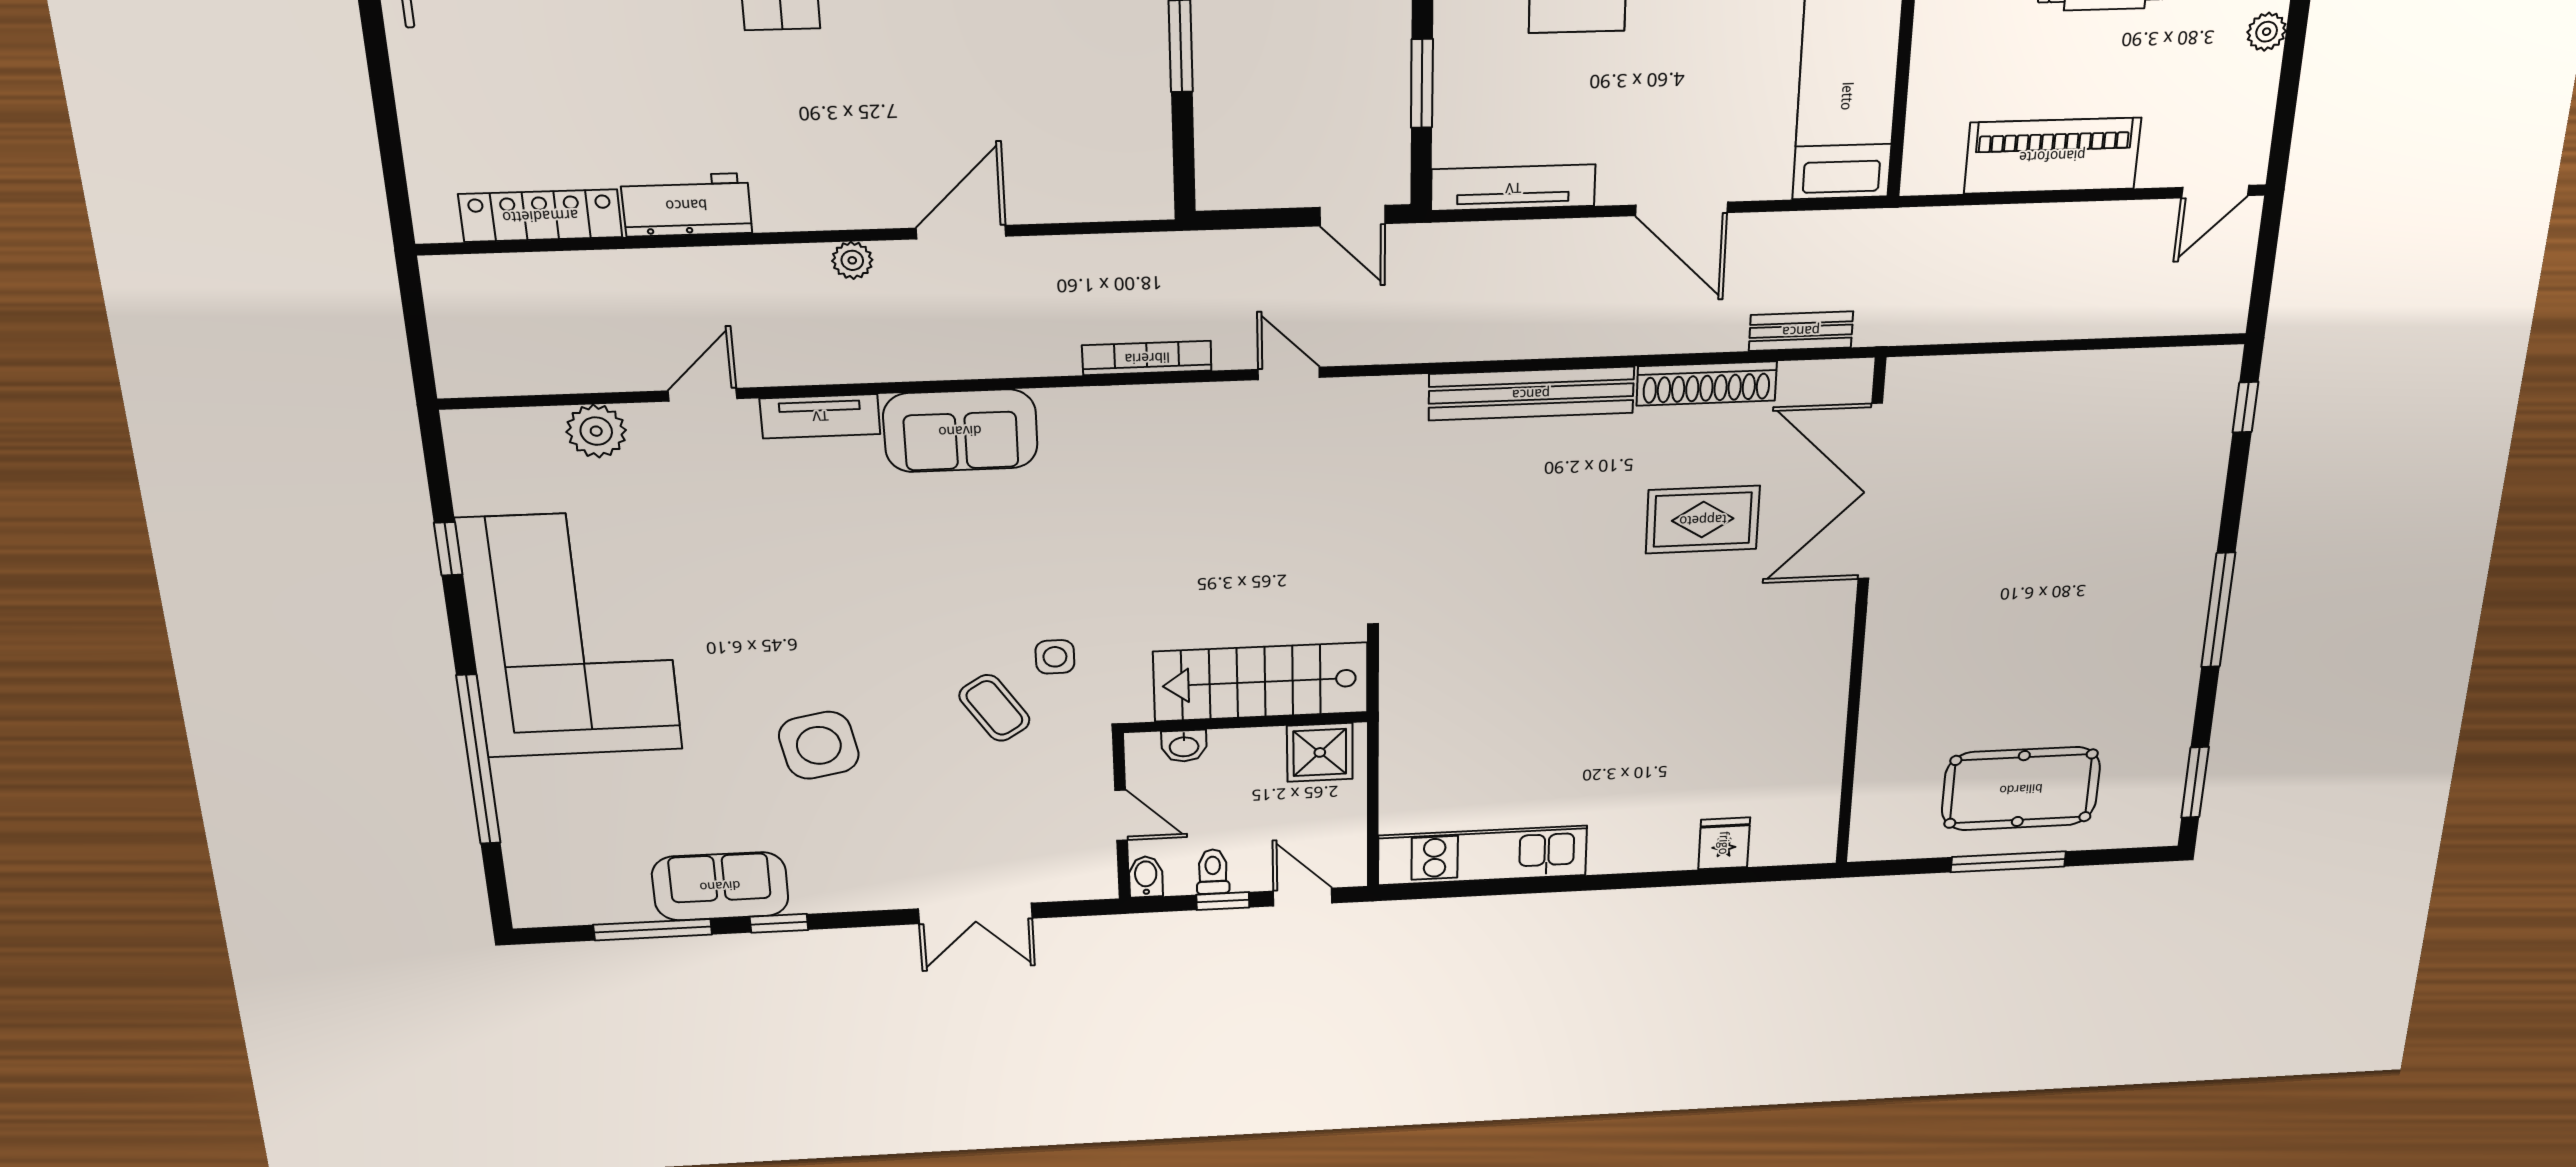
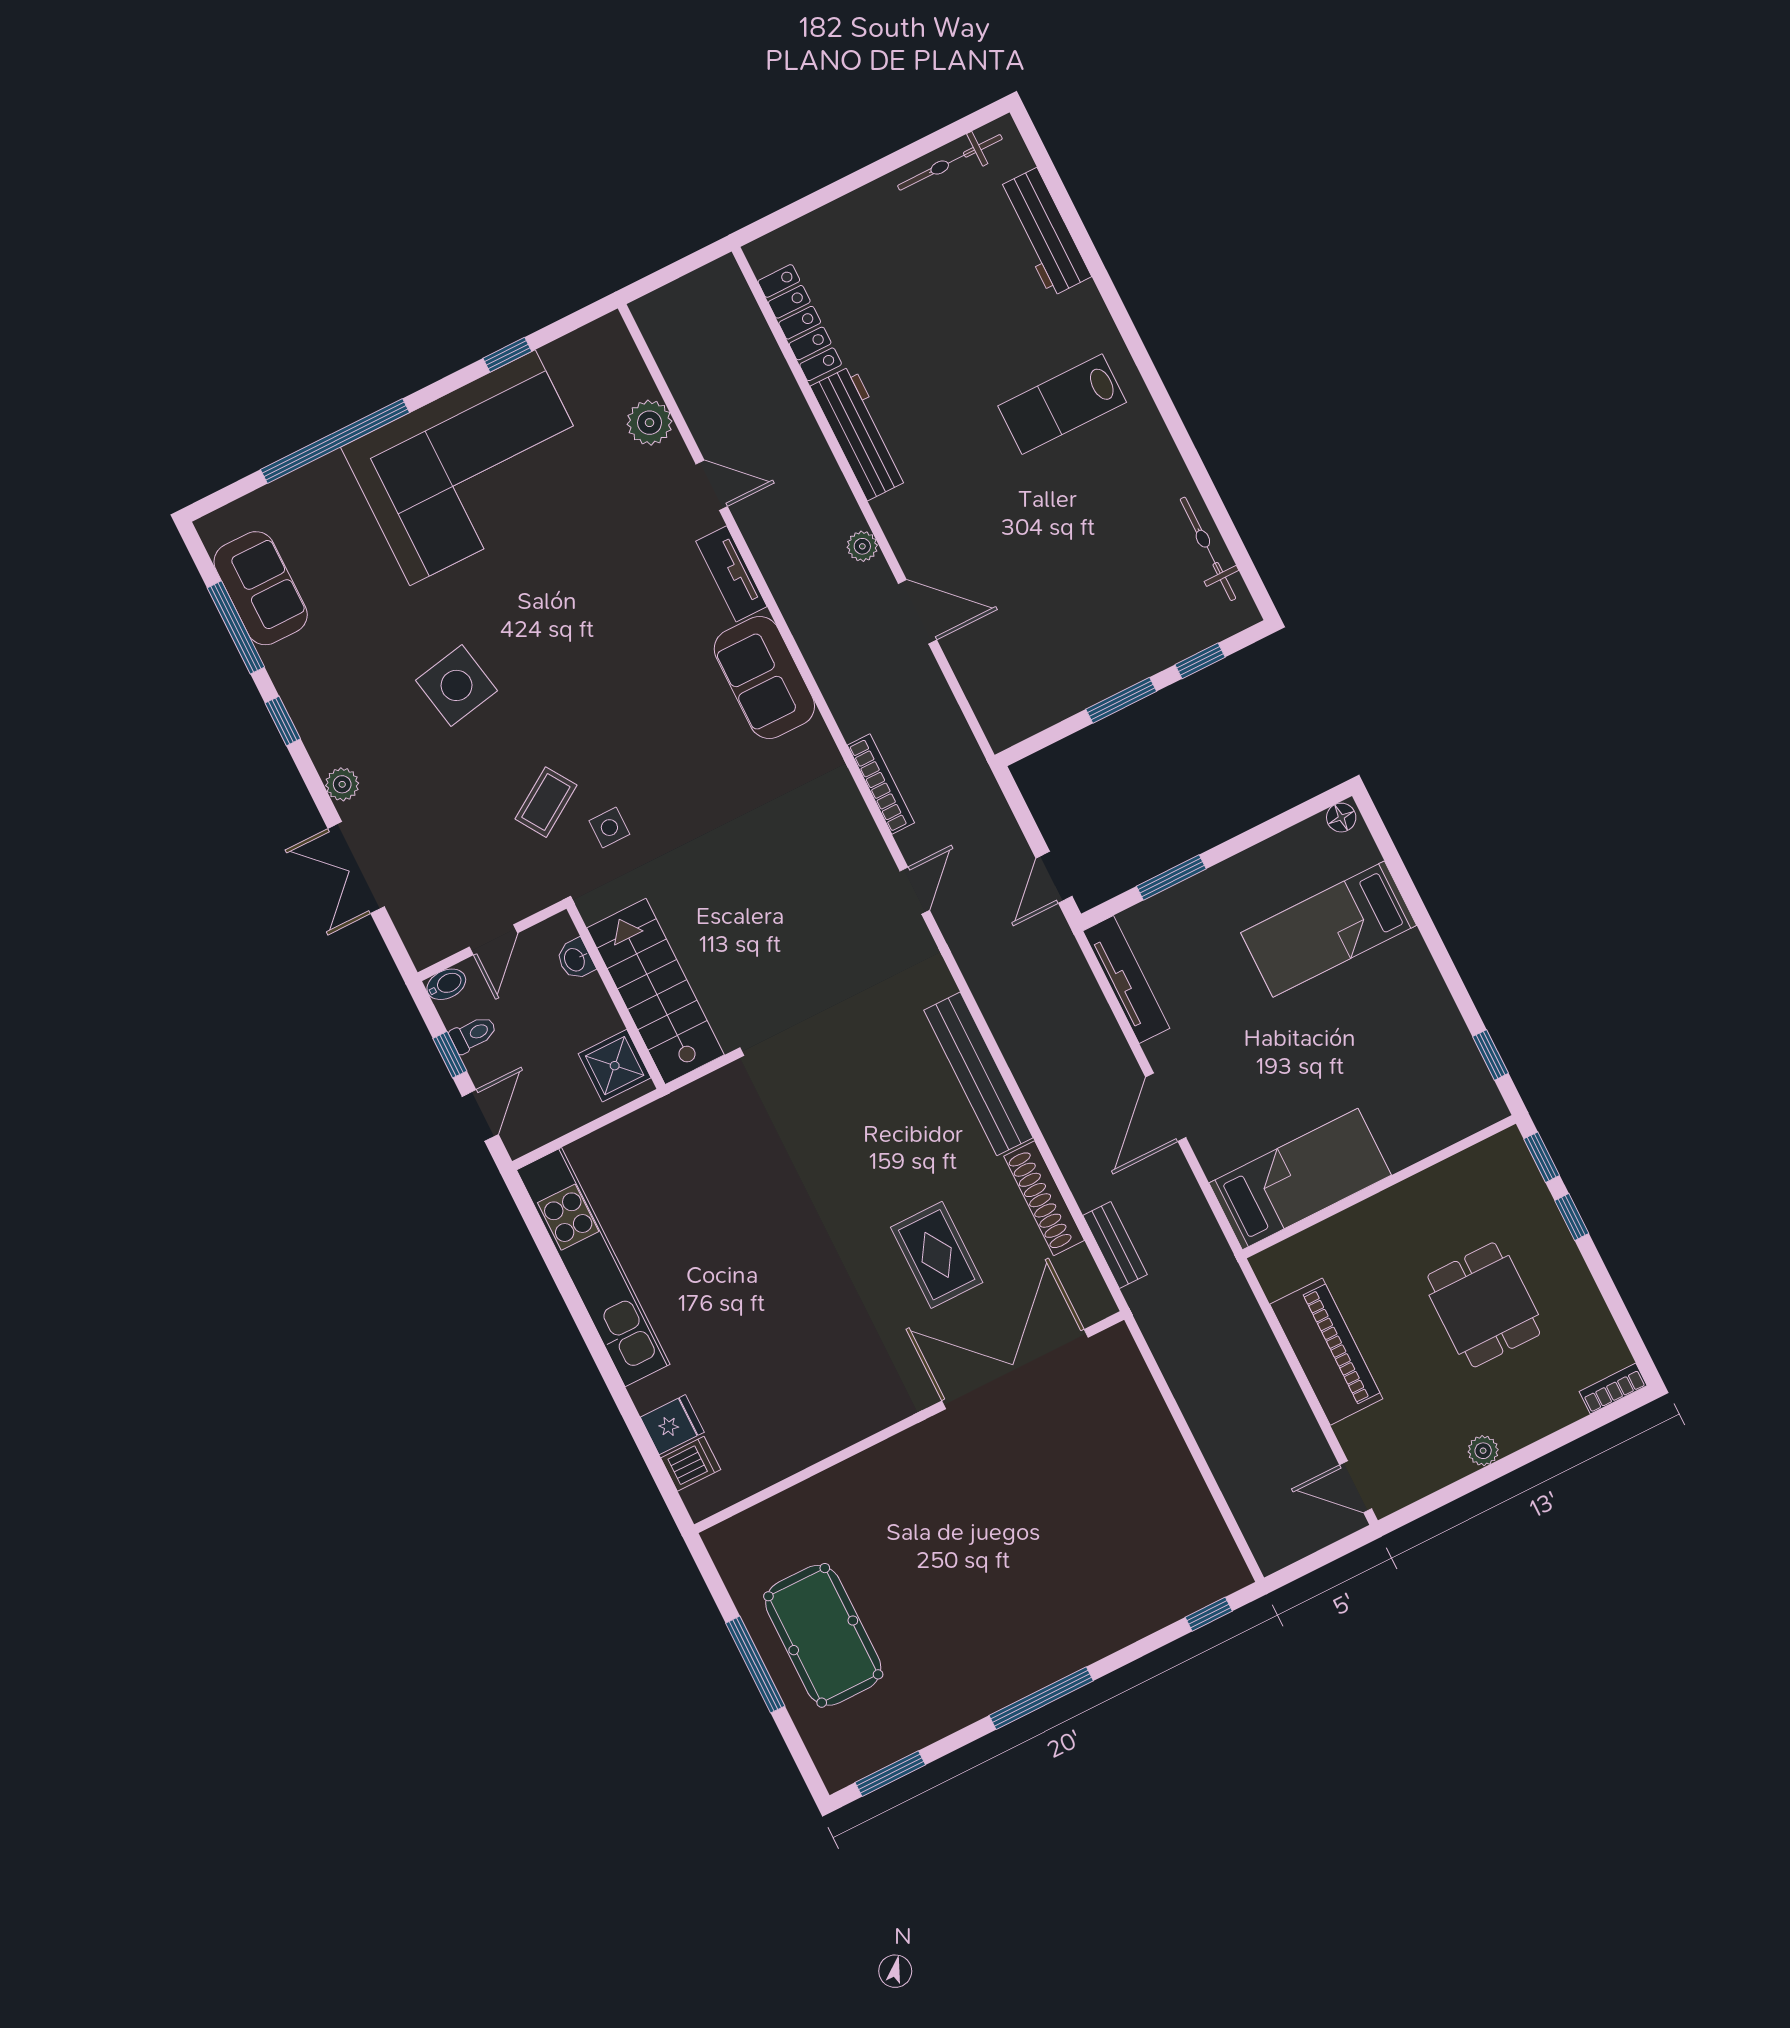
workbench: (686, 205) -> (860, 433), width x1.38
dishwasher: (1774, 842) -> (691, 1464), added
kitchen unit: (1482, 855) -> (593, 1267), width x1.36
sofa: (720, 886) -> (261, 588), moved
plant: (877, 894) -> (342, 784), added

